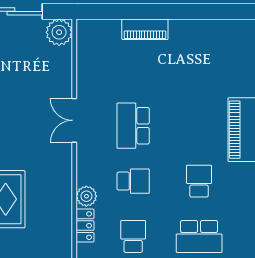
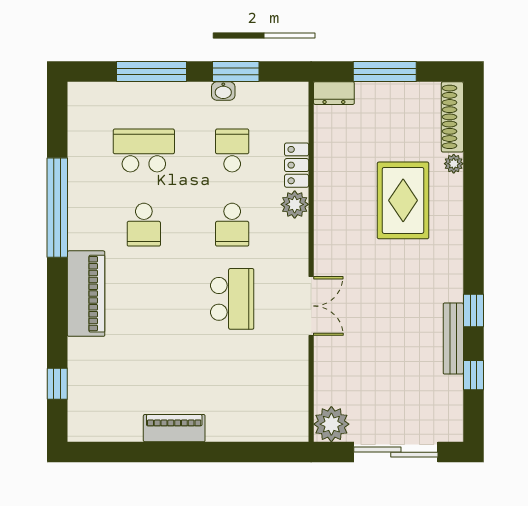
piano: (145, 29) -> (174, 428), moved
school desk: (133, 181) -> (232, 225), turned -90
school desk: (133, 236) -> (232, 150), turned 180

